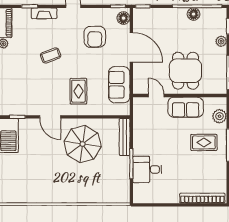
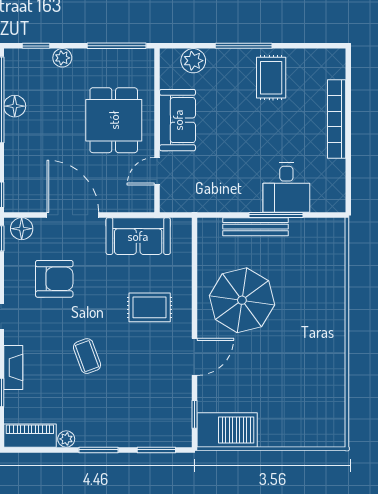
door: (131, 47) -> (73, 215), hinge flipped
dining table: (185, 71) -> (114, 120), turned 90
bench: (125, 137) -> (256, 227), moved
rug: (204, 142) -> (271, 78), moved
bookcase: (202, 198) -> (337, 119), moved

